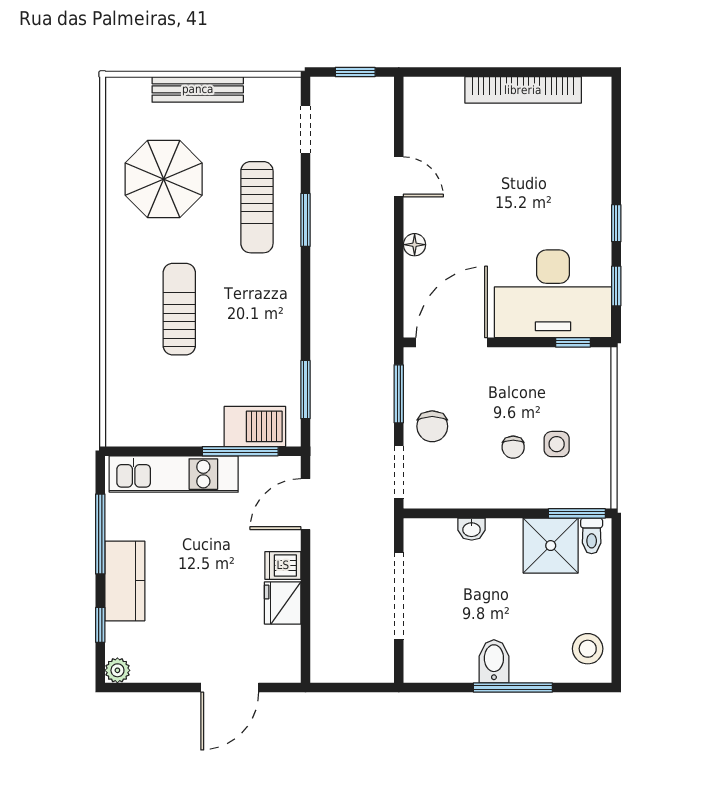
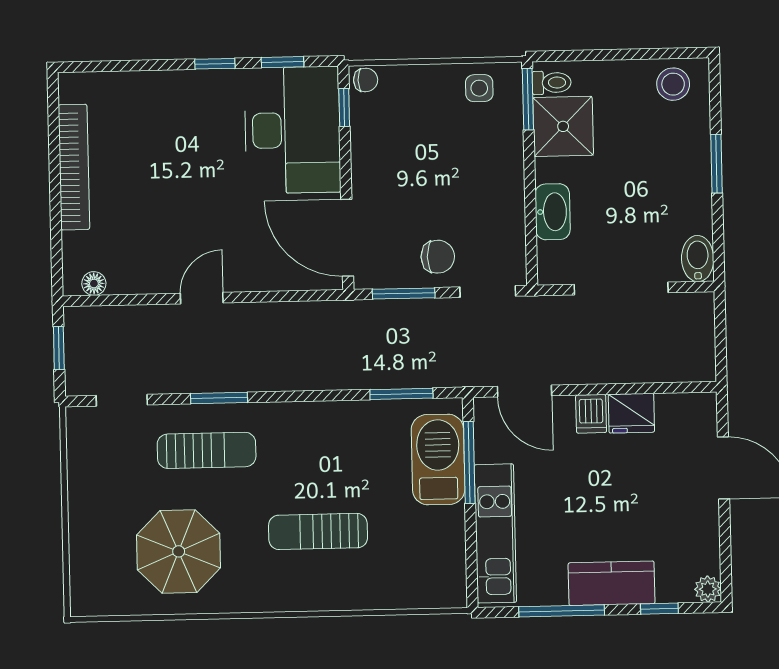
bench: (198, 89) -> (81, 517), removed
door: (399, 177) -> (202, 298), moved
floor lamp: (415, 245) -> (94, 284), moved
barbecue: (255, 426) -> (438, 459), width x1.37, depth x1.21
side table: (557, 444) -> (479, 88), moved
chair: (513, 447) -> (366, 80), moved
washbasin: (472, 529) -> (553, 212), width x1.91, depth x1.45
bidet: (494, 661) -> (698, 259), moved, turned 90
window: (513, 687) -> (717, 164), width x0.69

